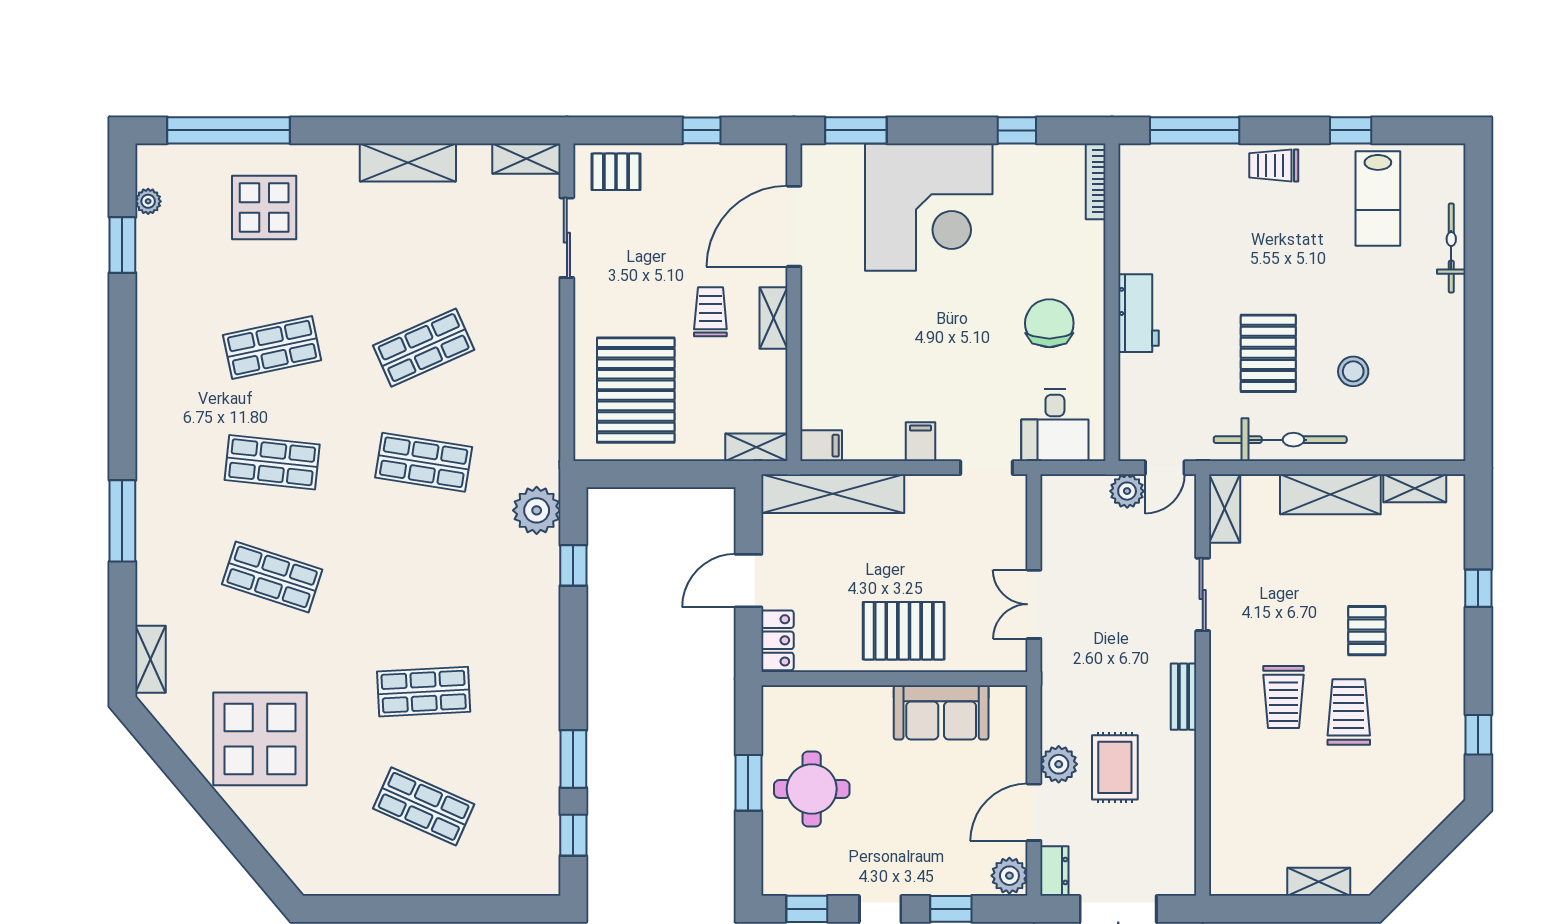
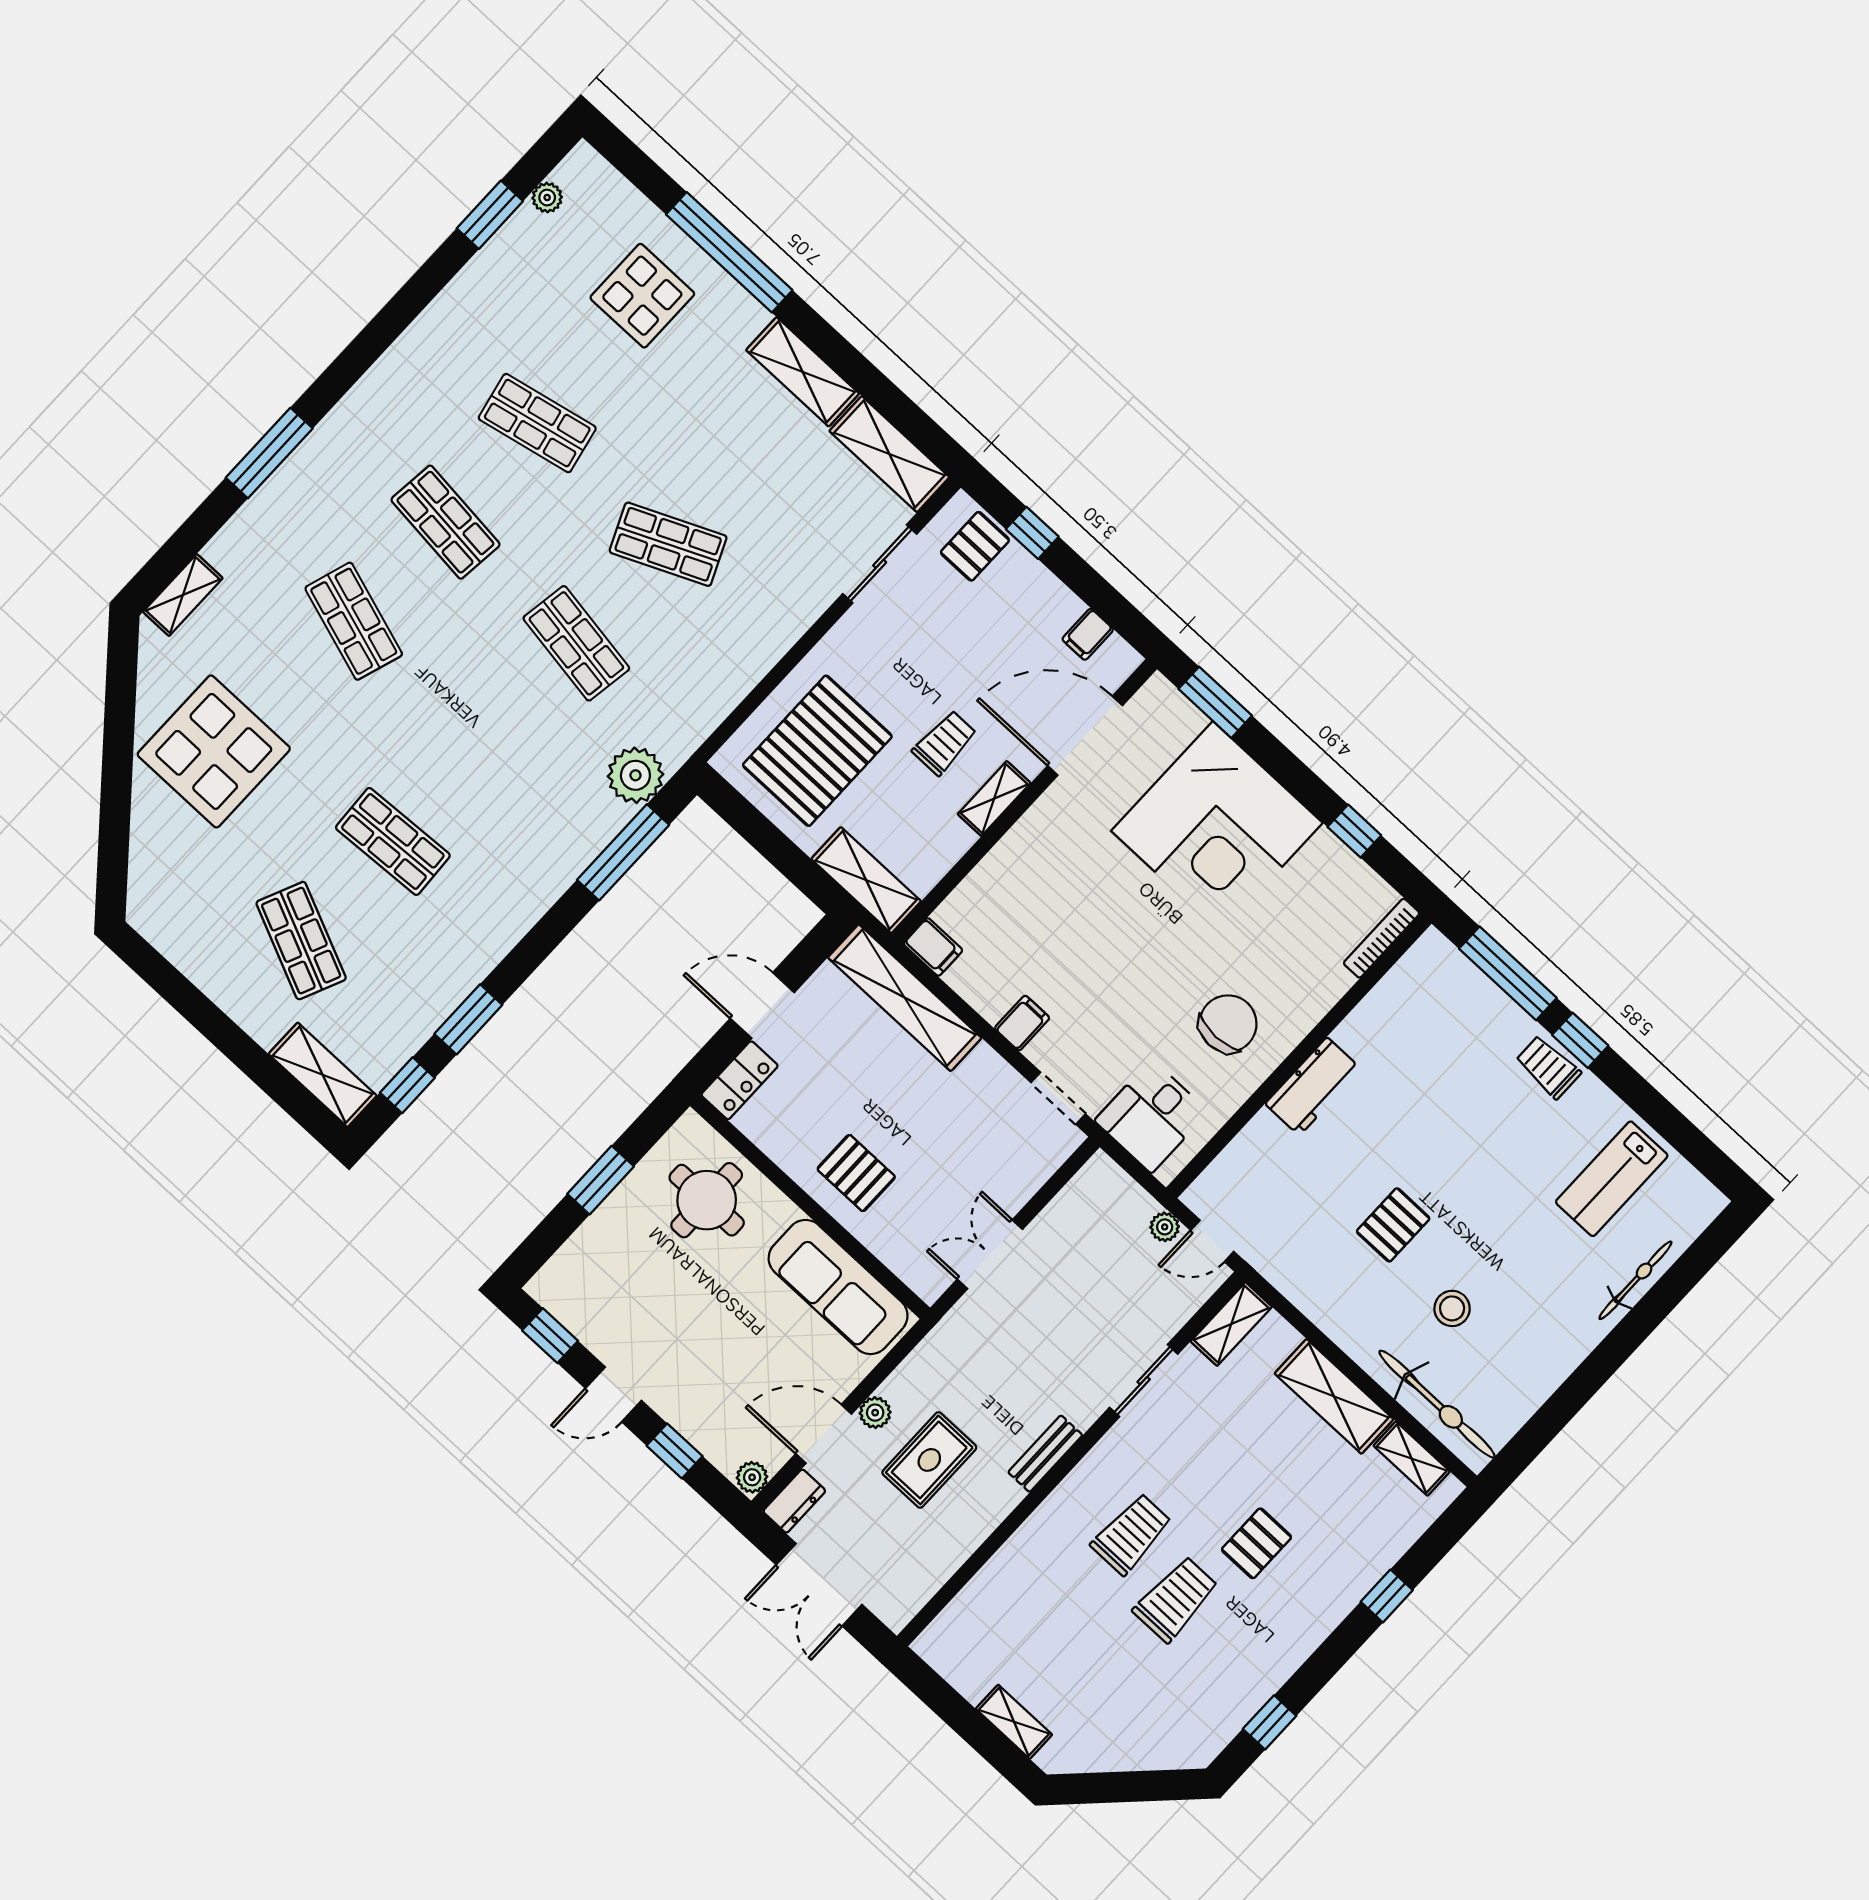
window: (229, 130) -> (729, 252), moved
window: (702, 130) -> (1032, 533), moved
window: (1351, 130) -> (1580, 1040), moved
shelving: (526, 159) -> (889, 454), width x1.50, depth x1.33
filing cabinet: (737, 162) -> (1088, 634), added
pallet: (616, 172) -> (975, 546), turned 90
pallet: (1268, 353) -> (1393, 1225), width x0.67, depth x0.71
bicycle: (1280, 440) -> (1437, 1404), moved
shelving: (756, 447) -> (866, 880), width x1.50, depth x1.33
plant: (1127, 491) -> (1165, 1227), width x0.73, depth x0.73
window: (573, 565) -> (623, 852), width x2.17
pallet: (904, 631) -> (856, 1173), width x0.67, depth x0.71
trolley: (1283, 697) -> (1131, 1534), turned 180
sofa: (941, 712) -> (838, 1287), width x1.36
plant: (1059, 764) -> (875, 1413), width x0.73, depth x0.73
round table: (812, 789) -> (707, 1200), moved
plant: (1009, 876) -> (752, 1477), width x0.73, depth x0.73
shelving: (514, 878) -> (323, 1075), added

